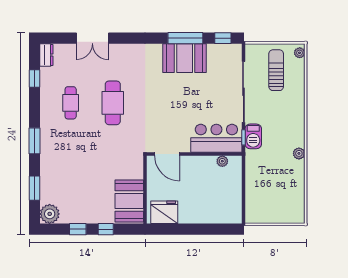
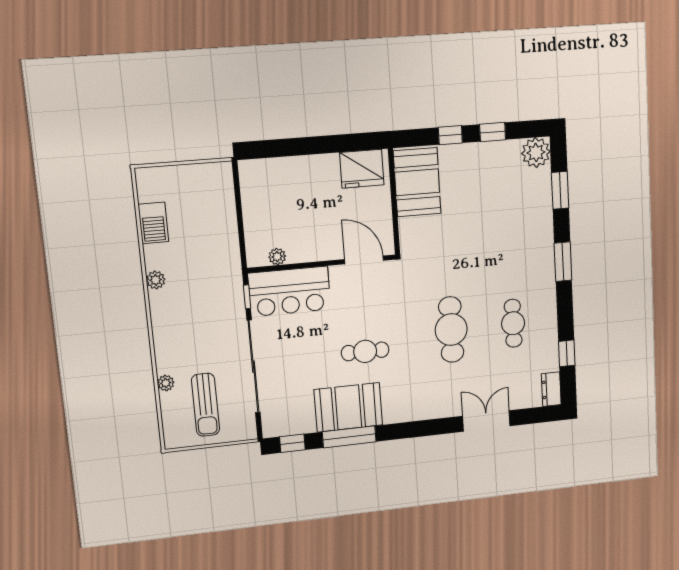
plant: (300, 53) -> (166, 383), moved
cafe table: (171, 94) -> (365, 351), added
barbecue: (253, 136) -> (153, 223), moved, turned 180

